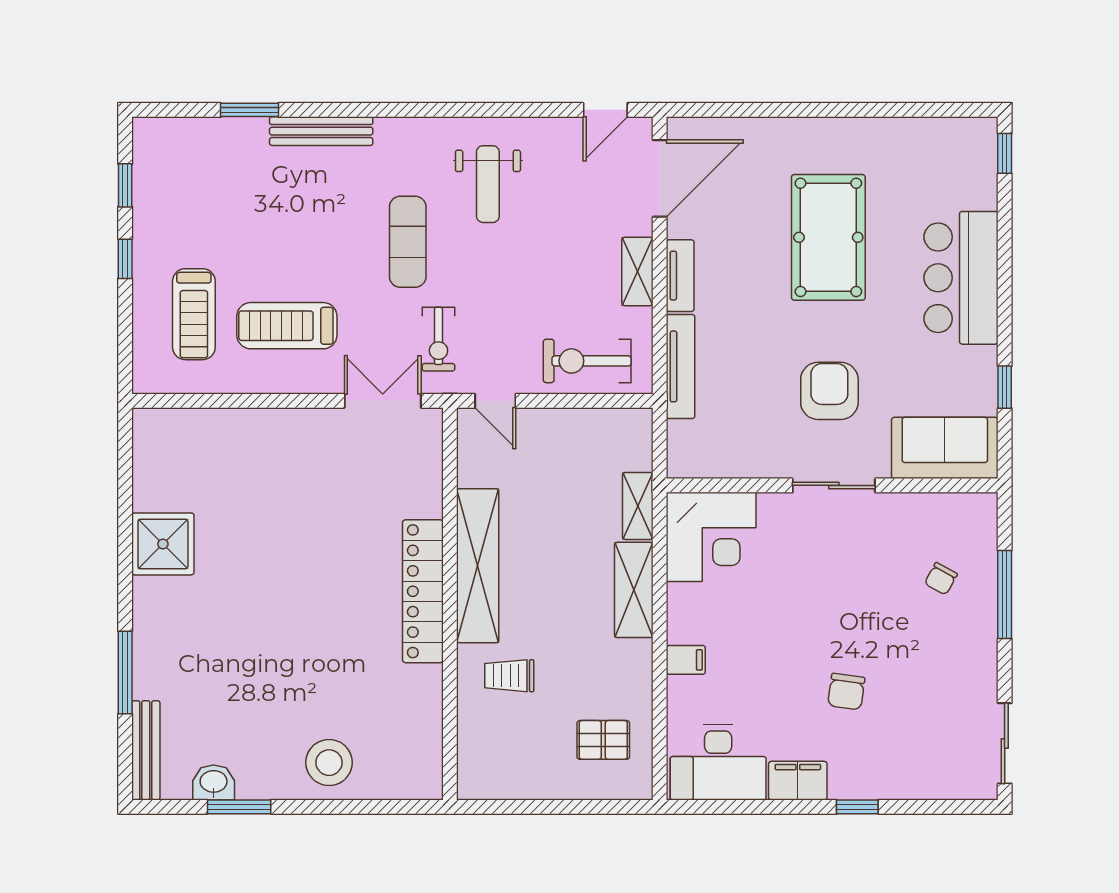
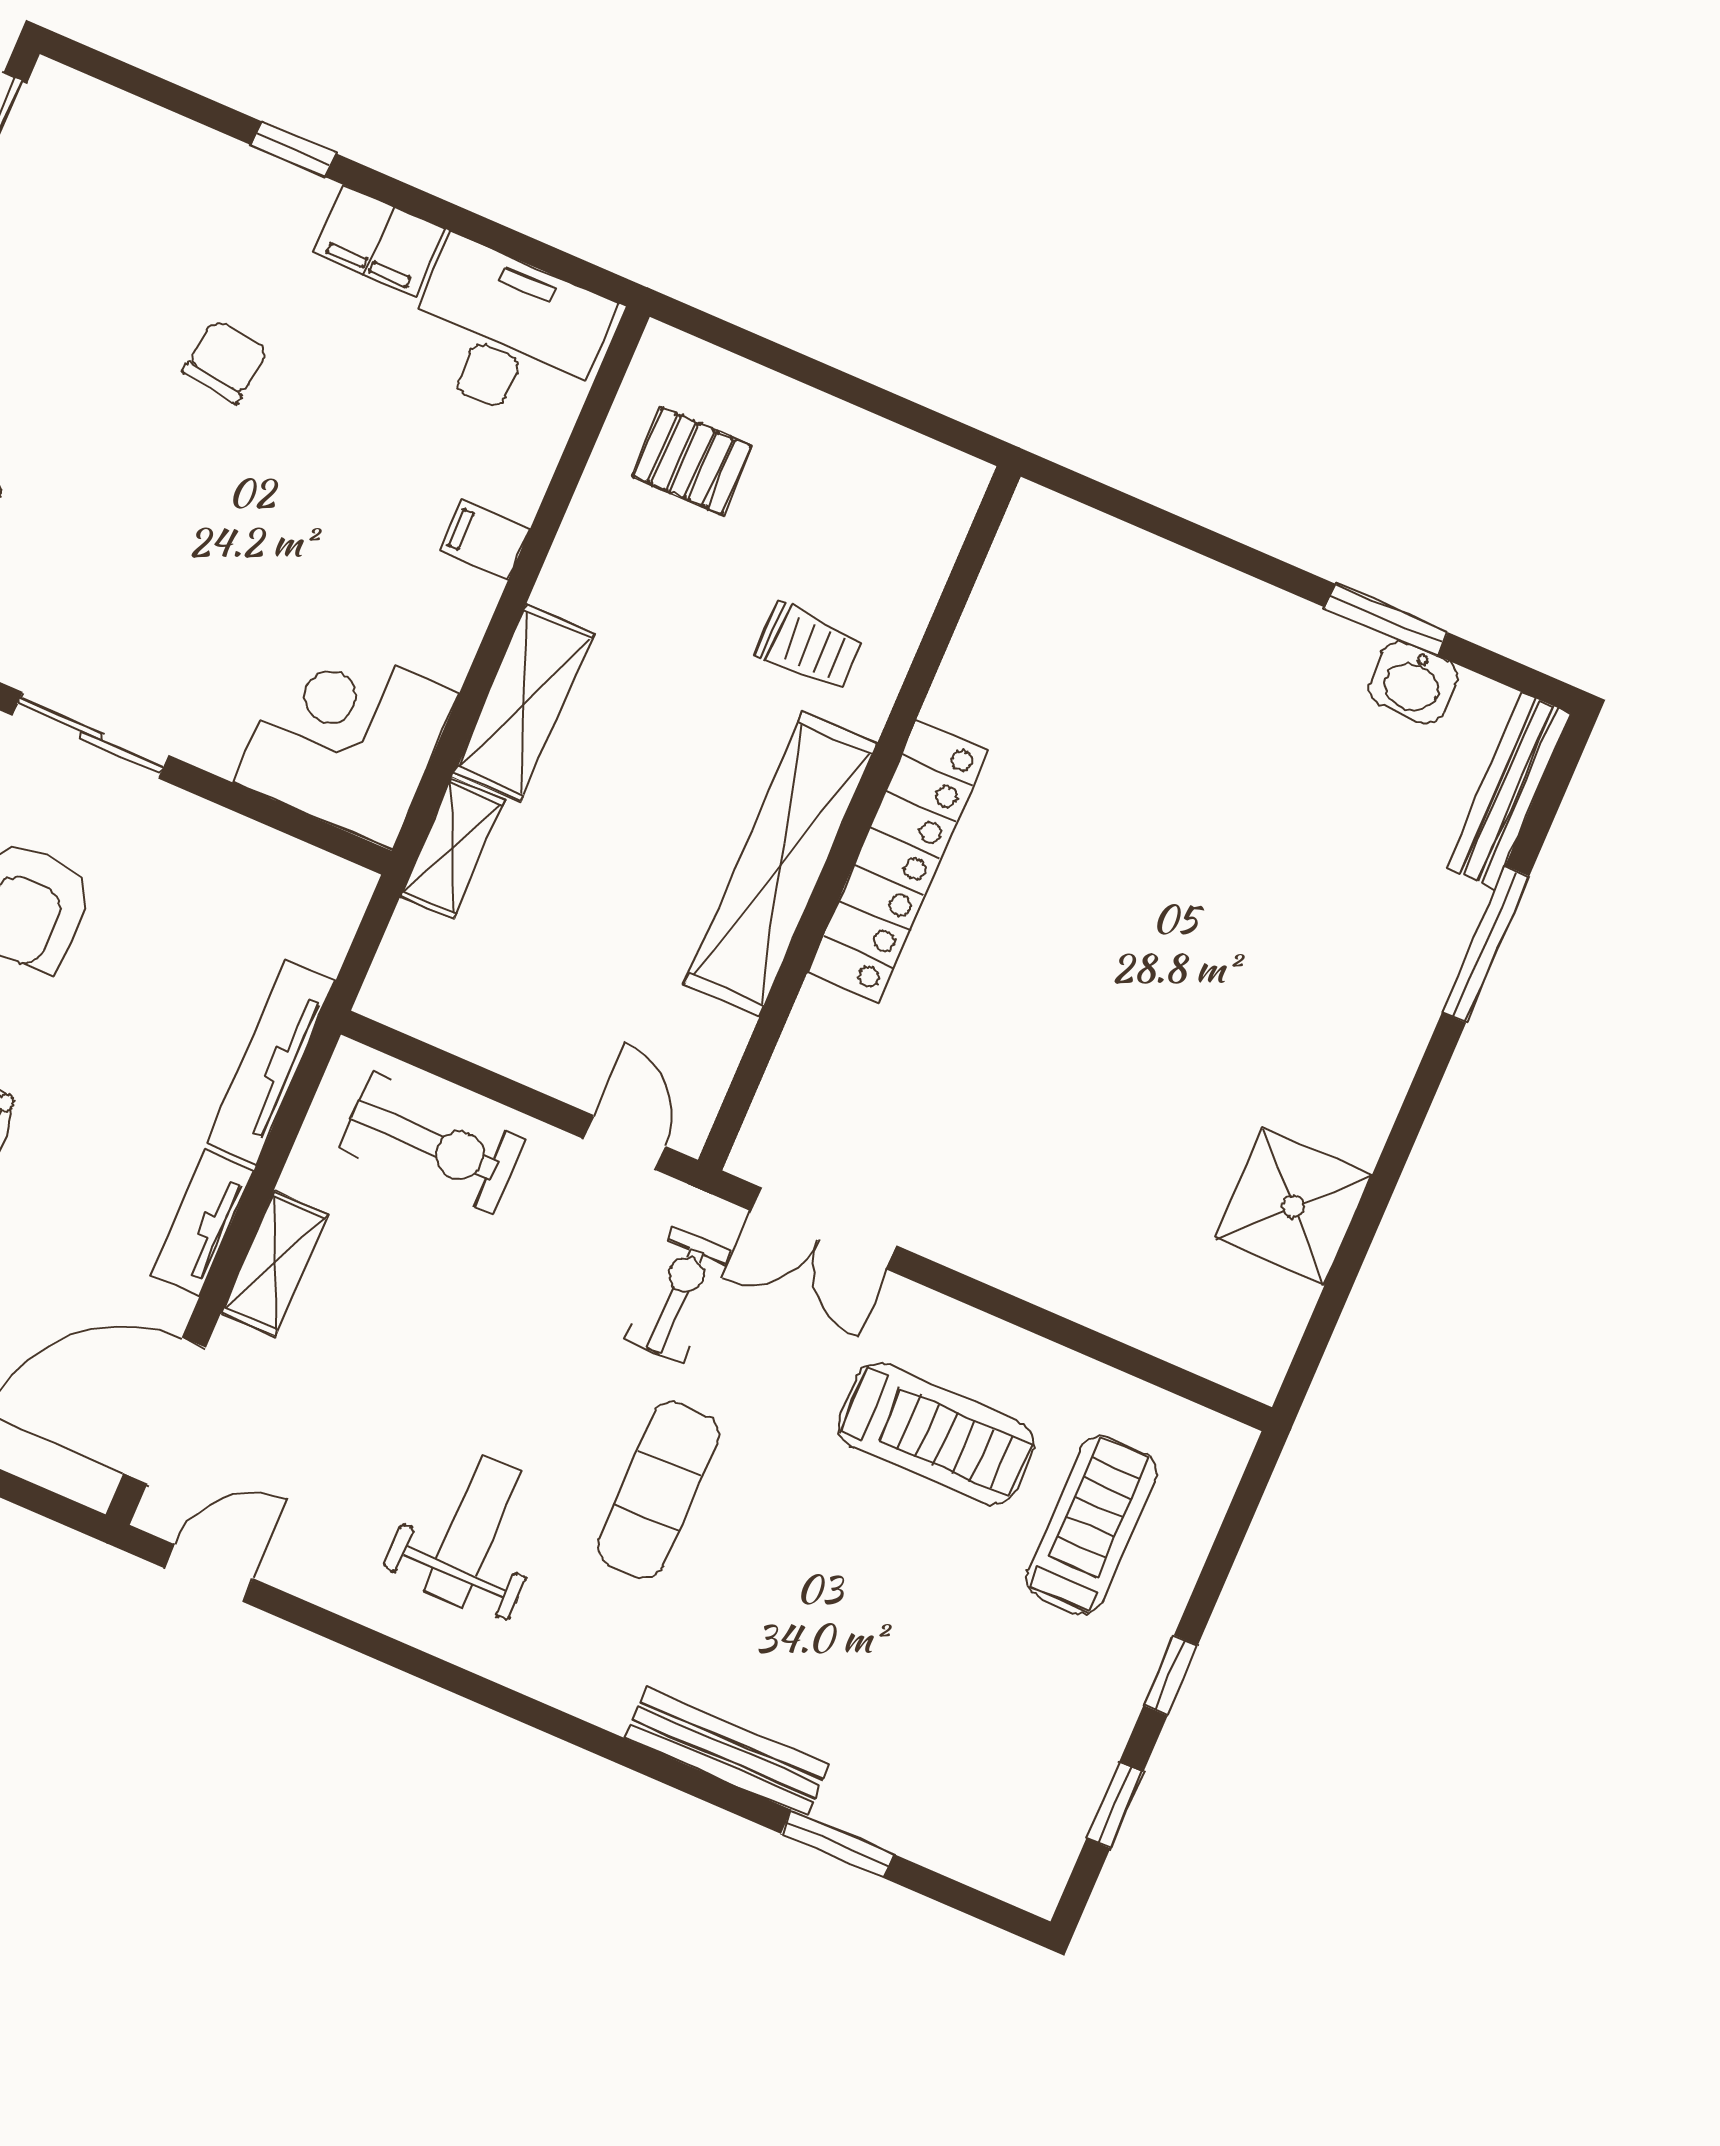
shower: (163, 544) -> (1293, 1206), moved
stool: (329, 763) -> (1194, 630), removed

